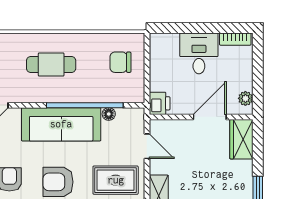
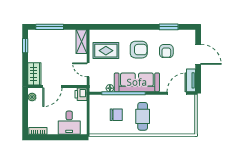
desk: (199, 53) -> (69, 123), moved
chair: (120, 62) -> (116, 115), moved
cafe table: (51, 64) -> (143, 116), turned 90

